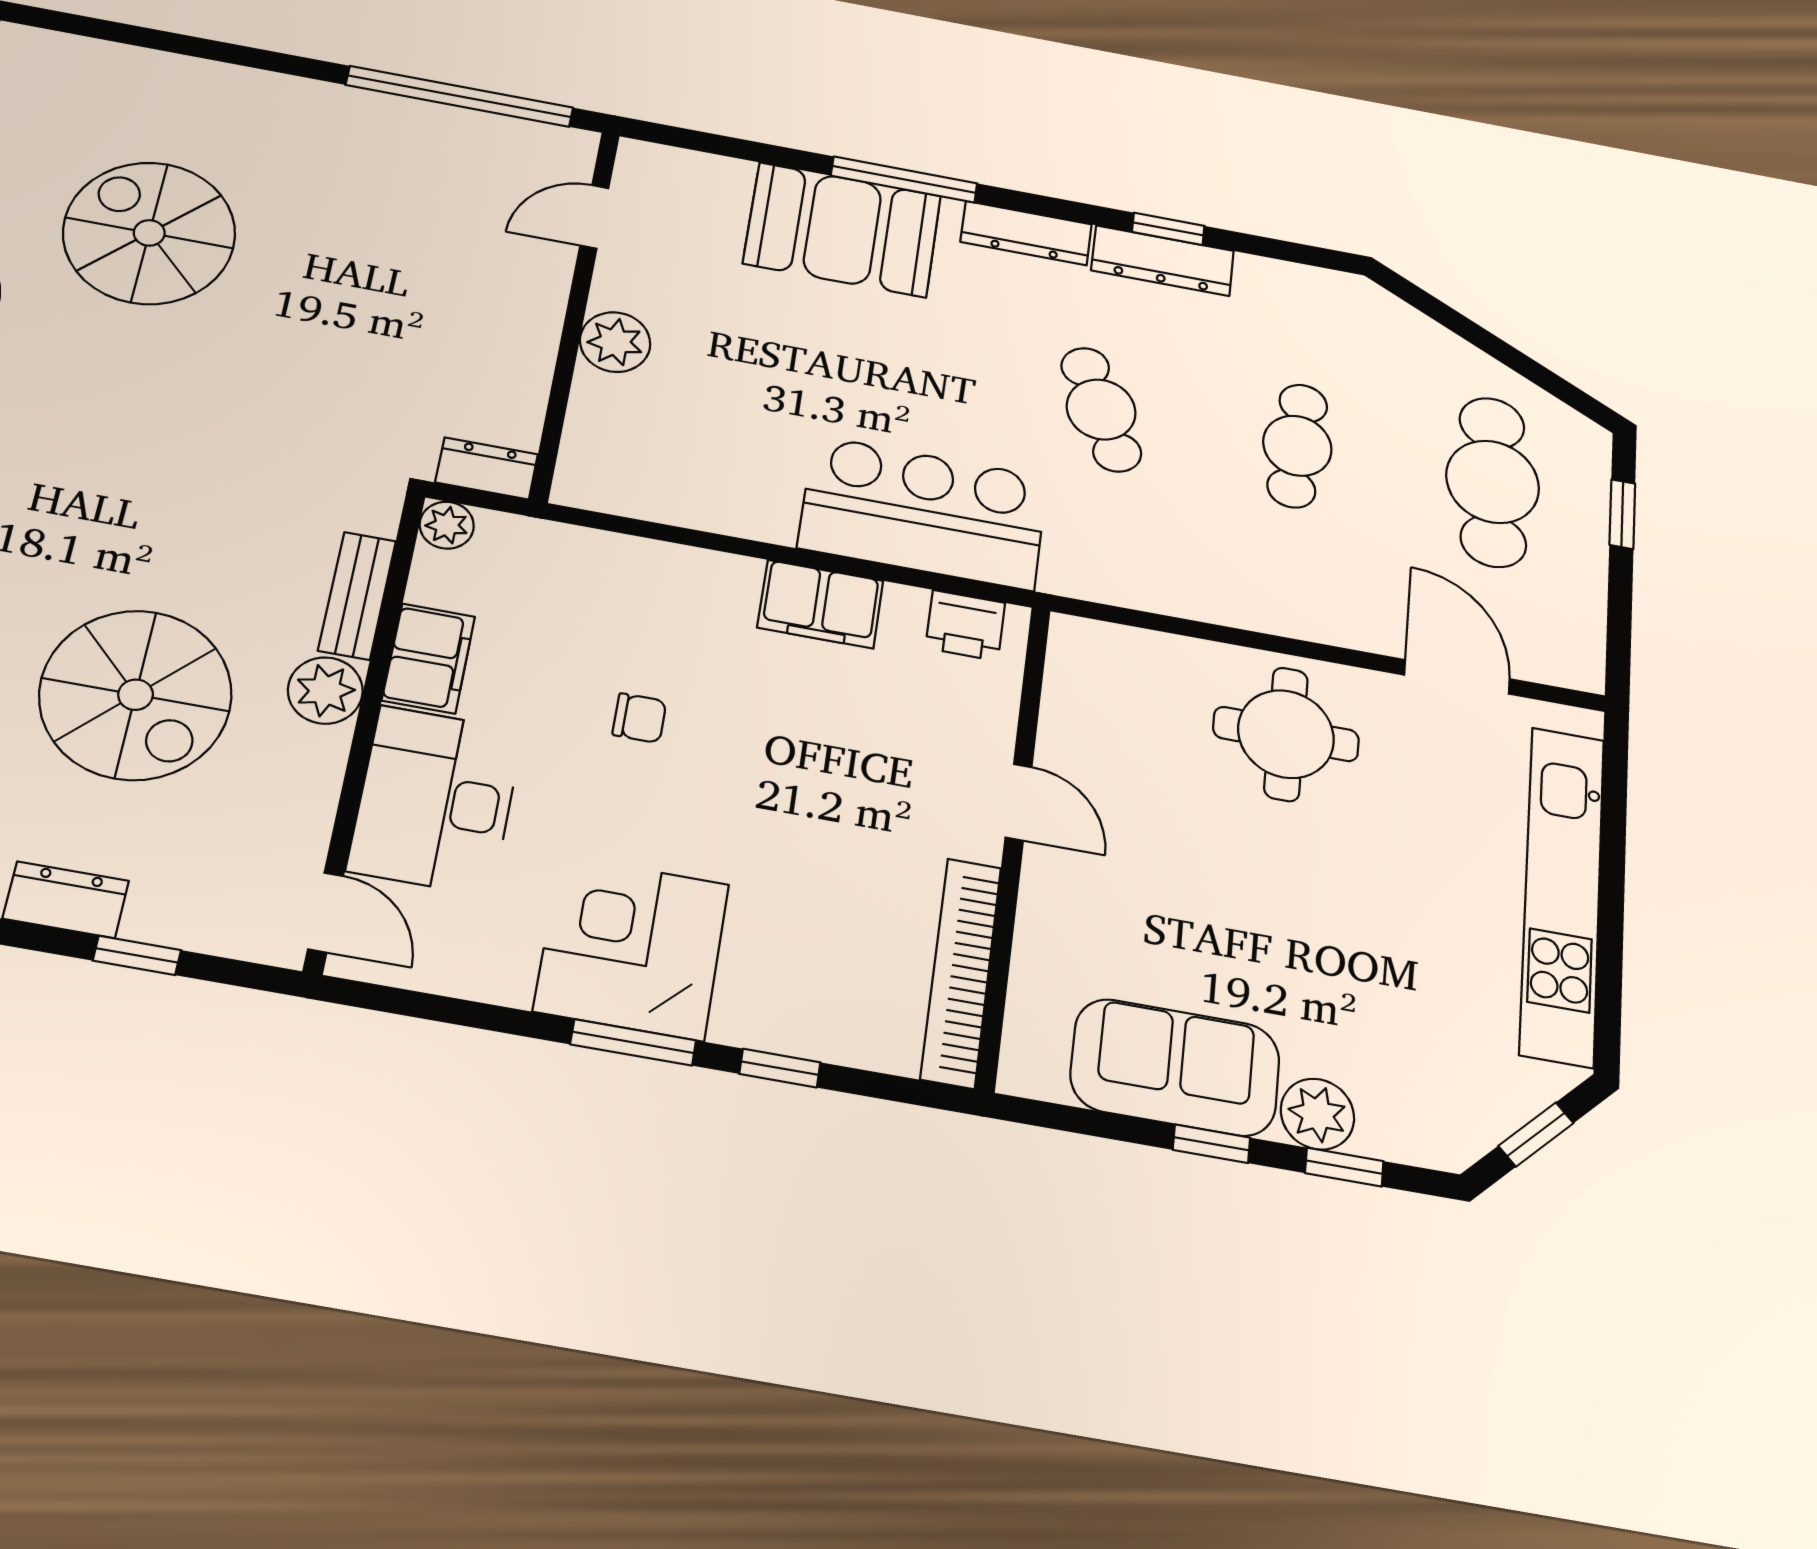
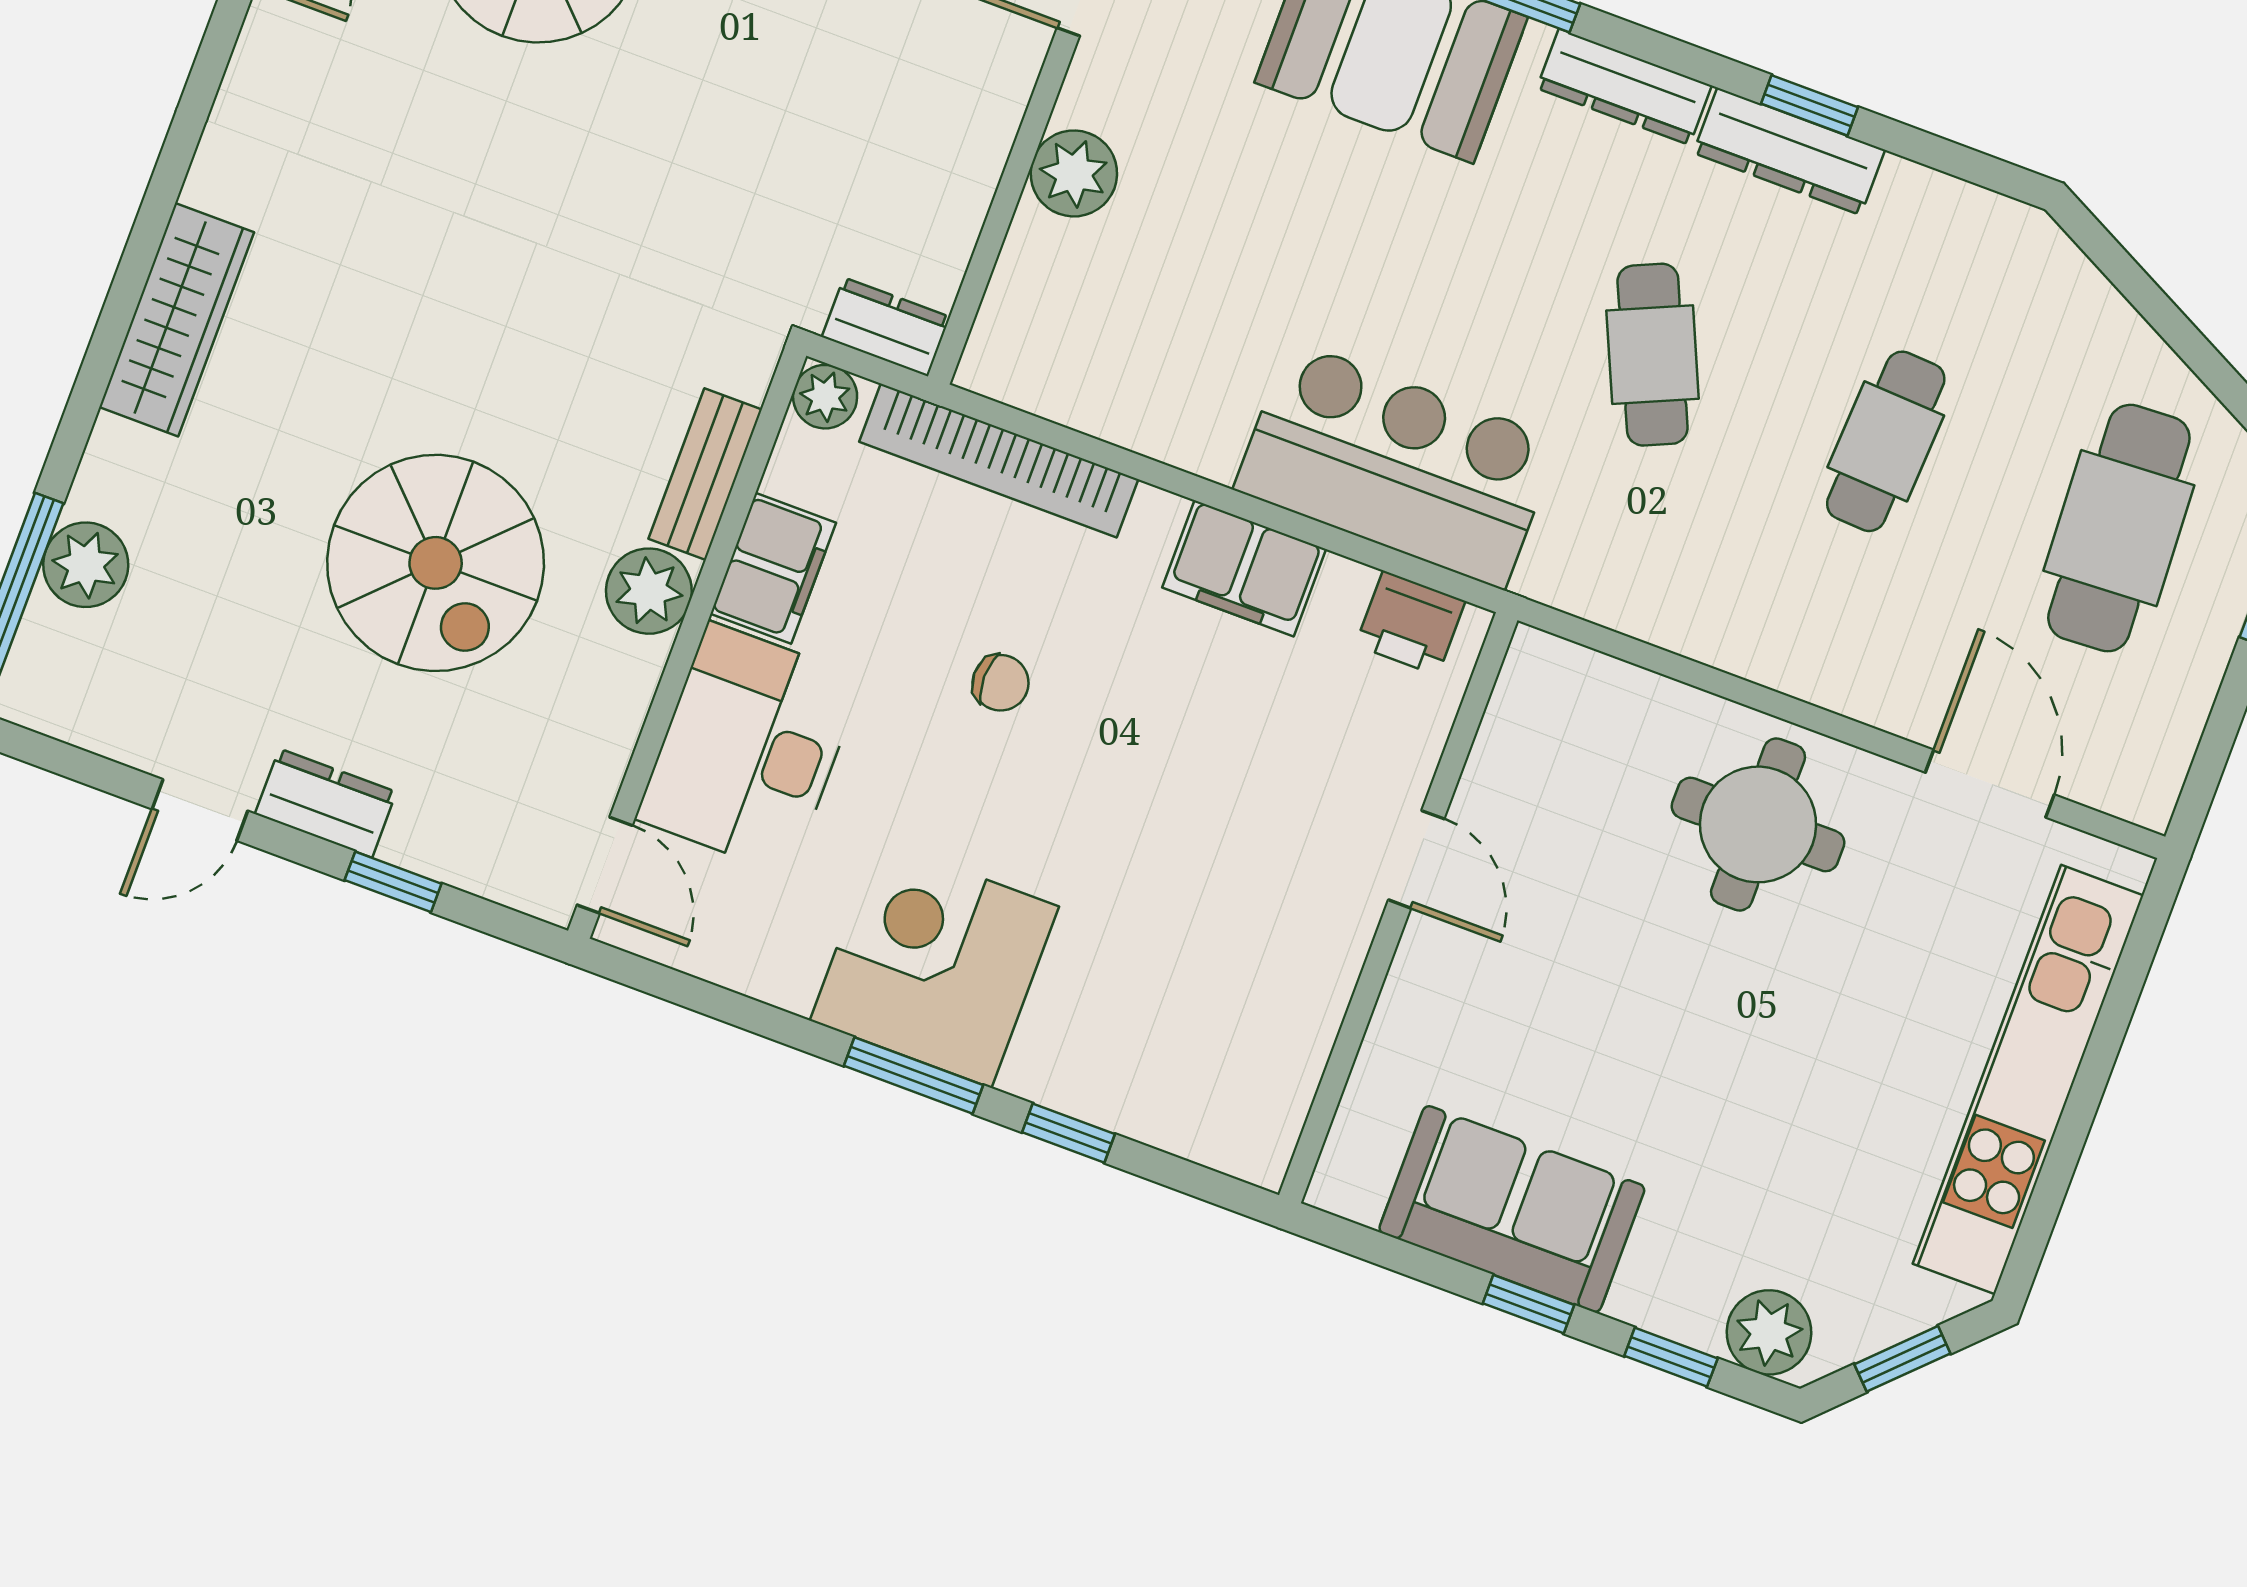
bookcase: (961, 972) -> (999, 460), moved, turned -90
plant: (1317, 1114) -> (1769, 1332), moved

